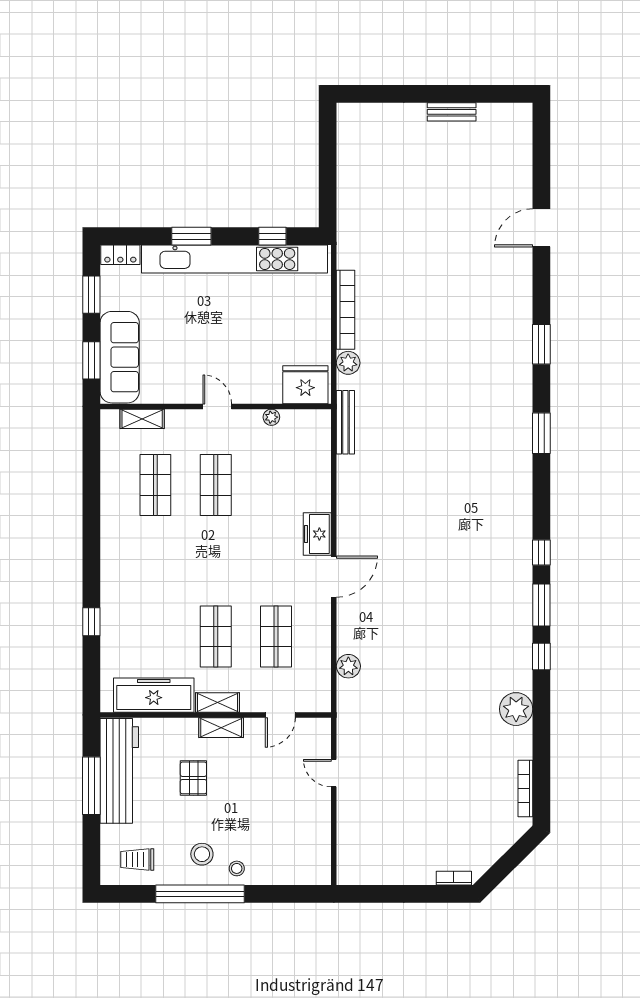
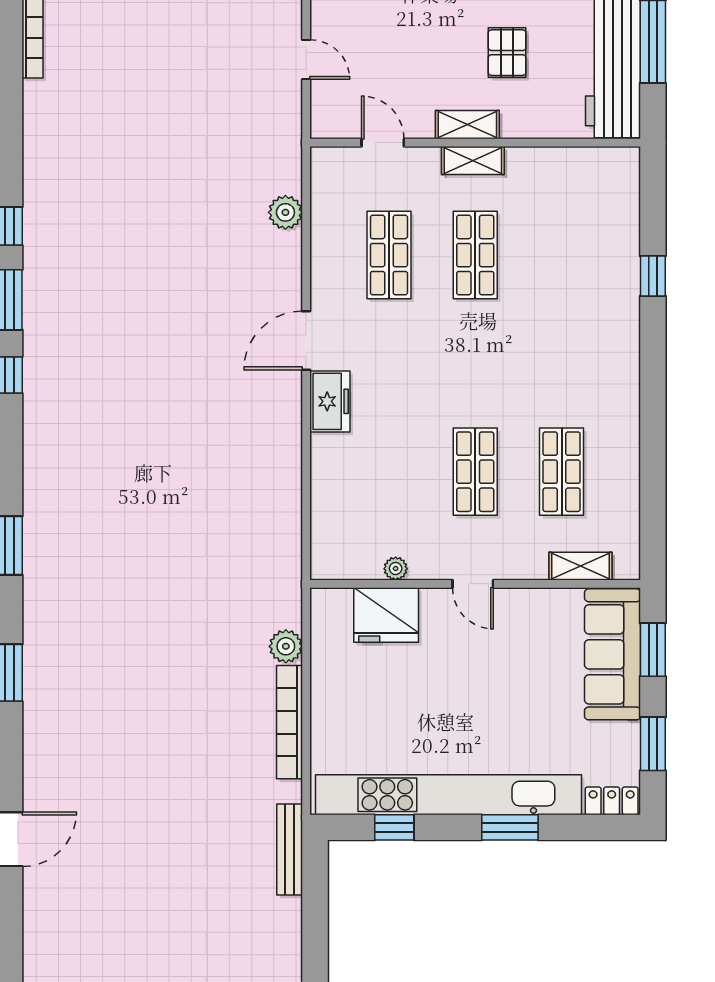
fridge: (305, 385) -> (386, 615), moved
bench: (345, 422) -> (290, 850), moved
freezer: (154, 695) -> (564, 171), removed
plant: (516, 709) -> (46, 151), removed
door: (280, 715) -> (383, 143), hinge flipped

